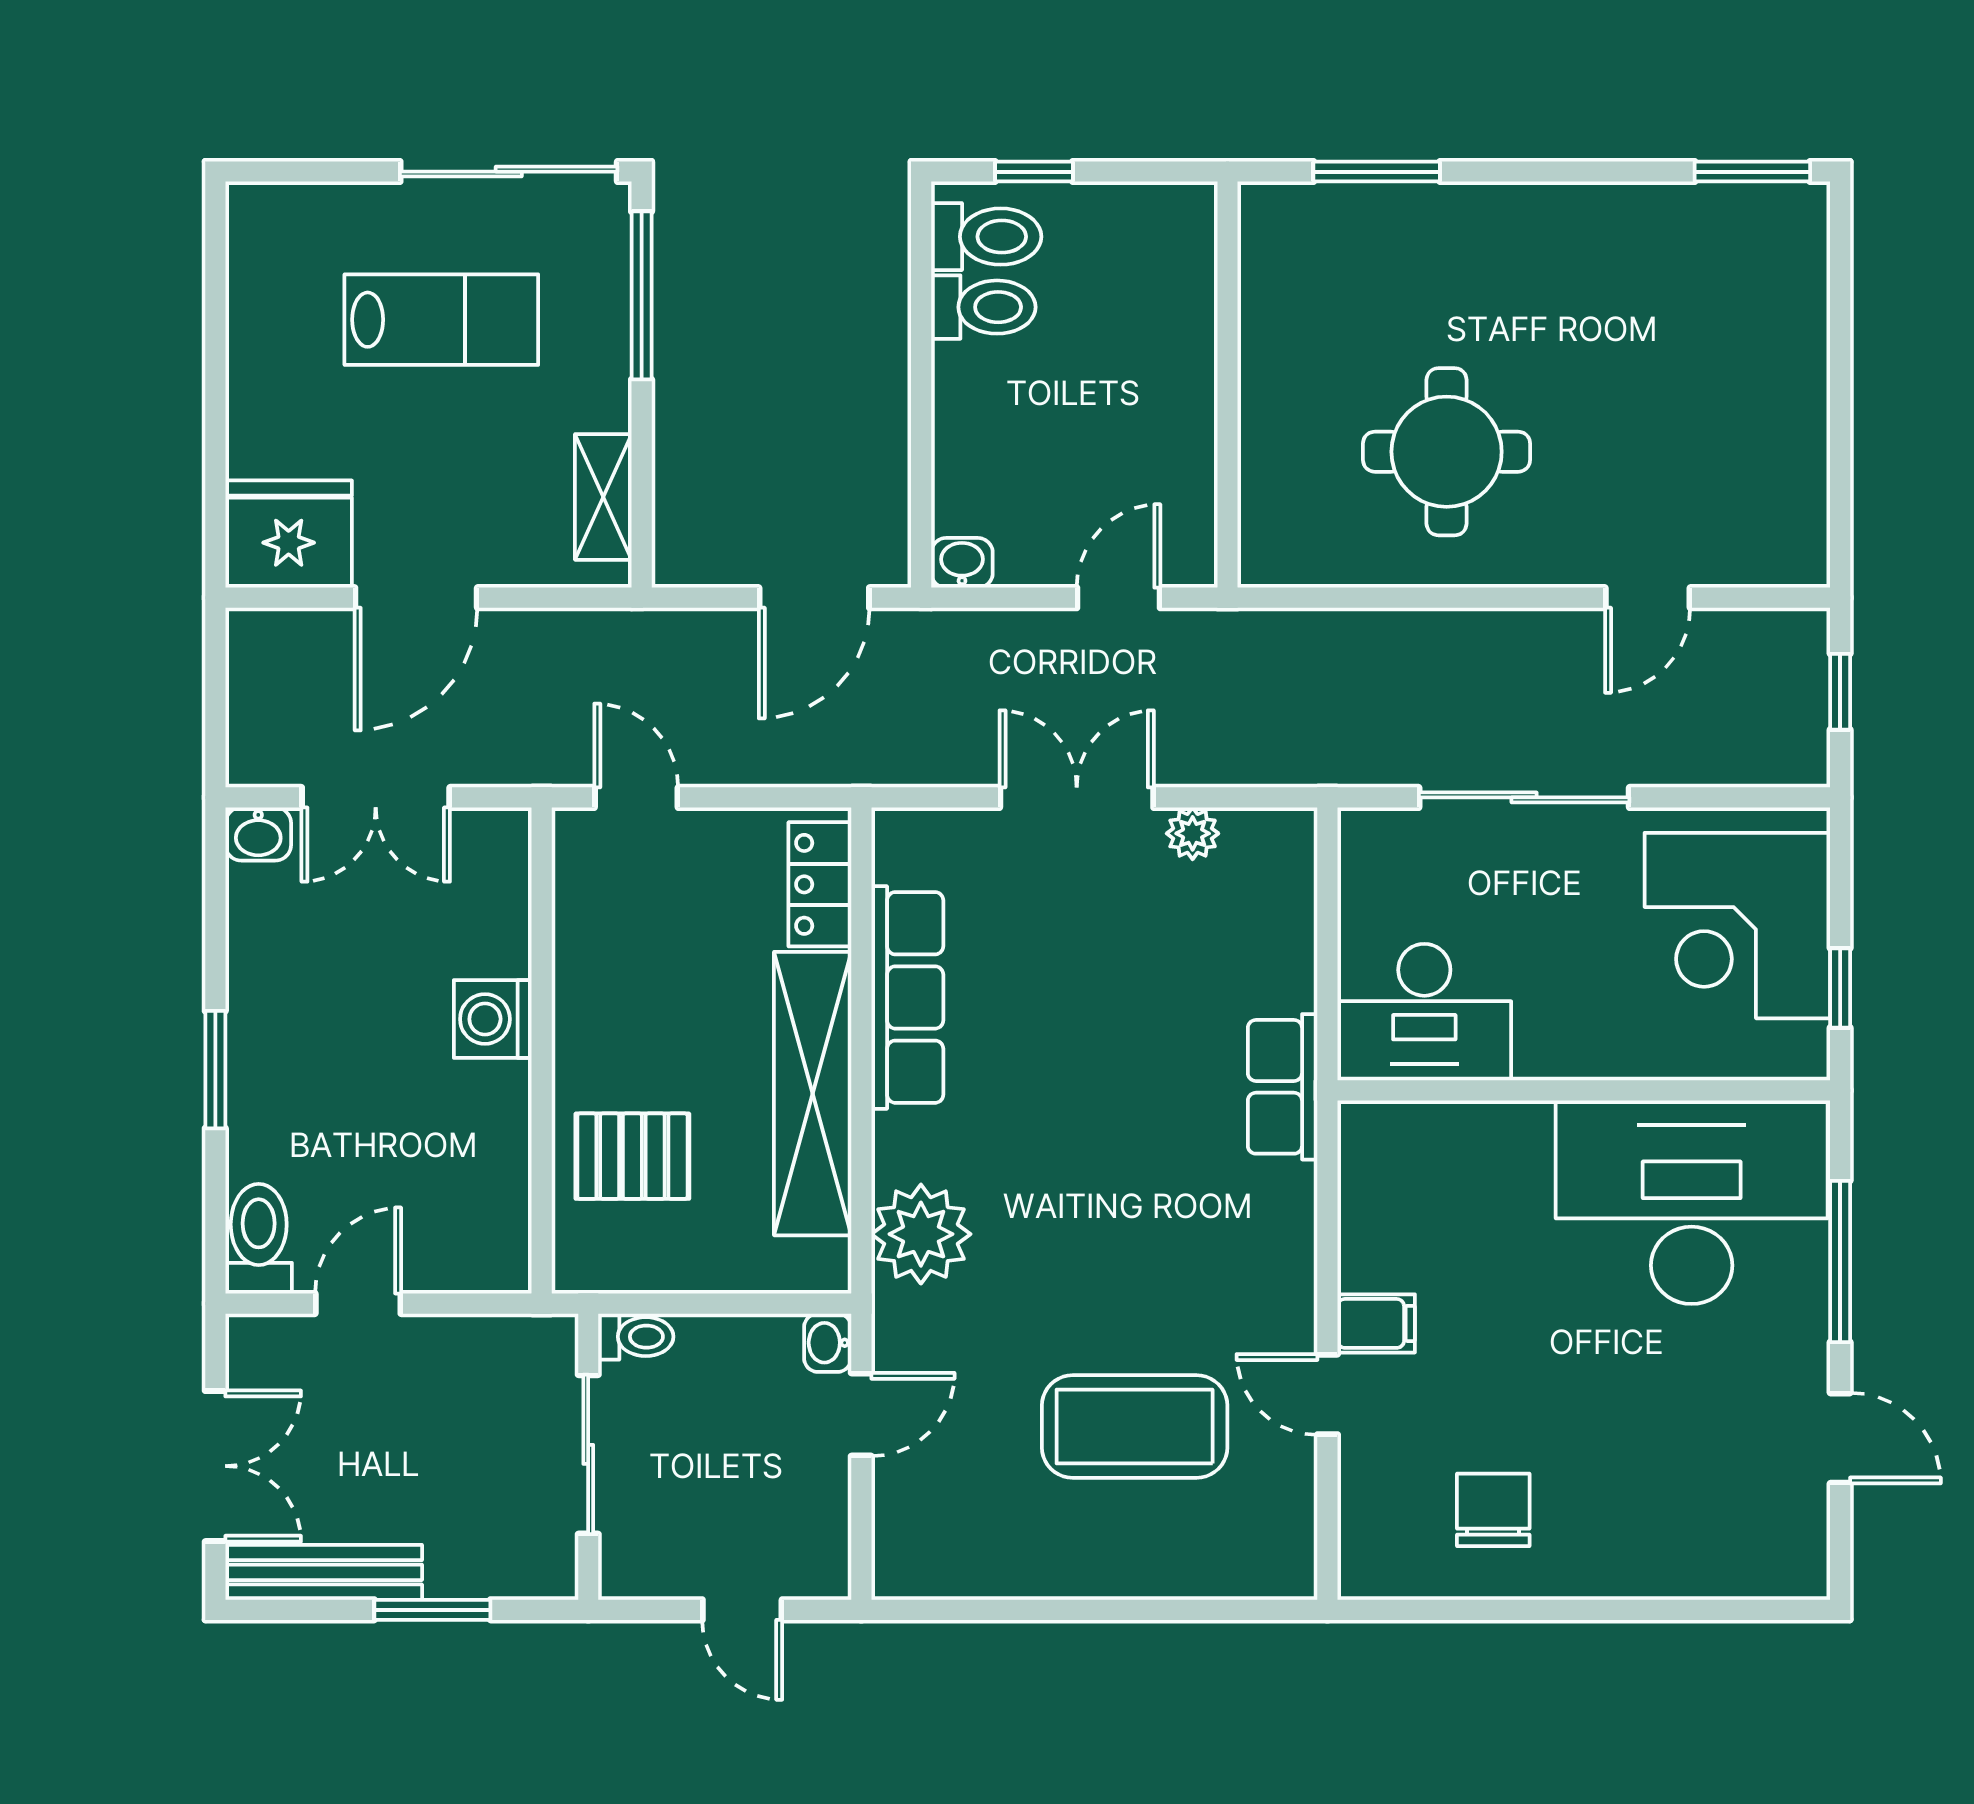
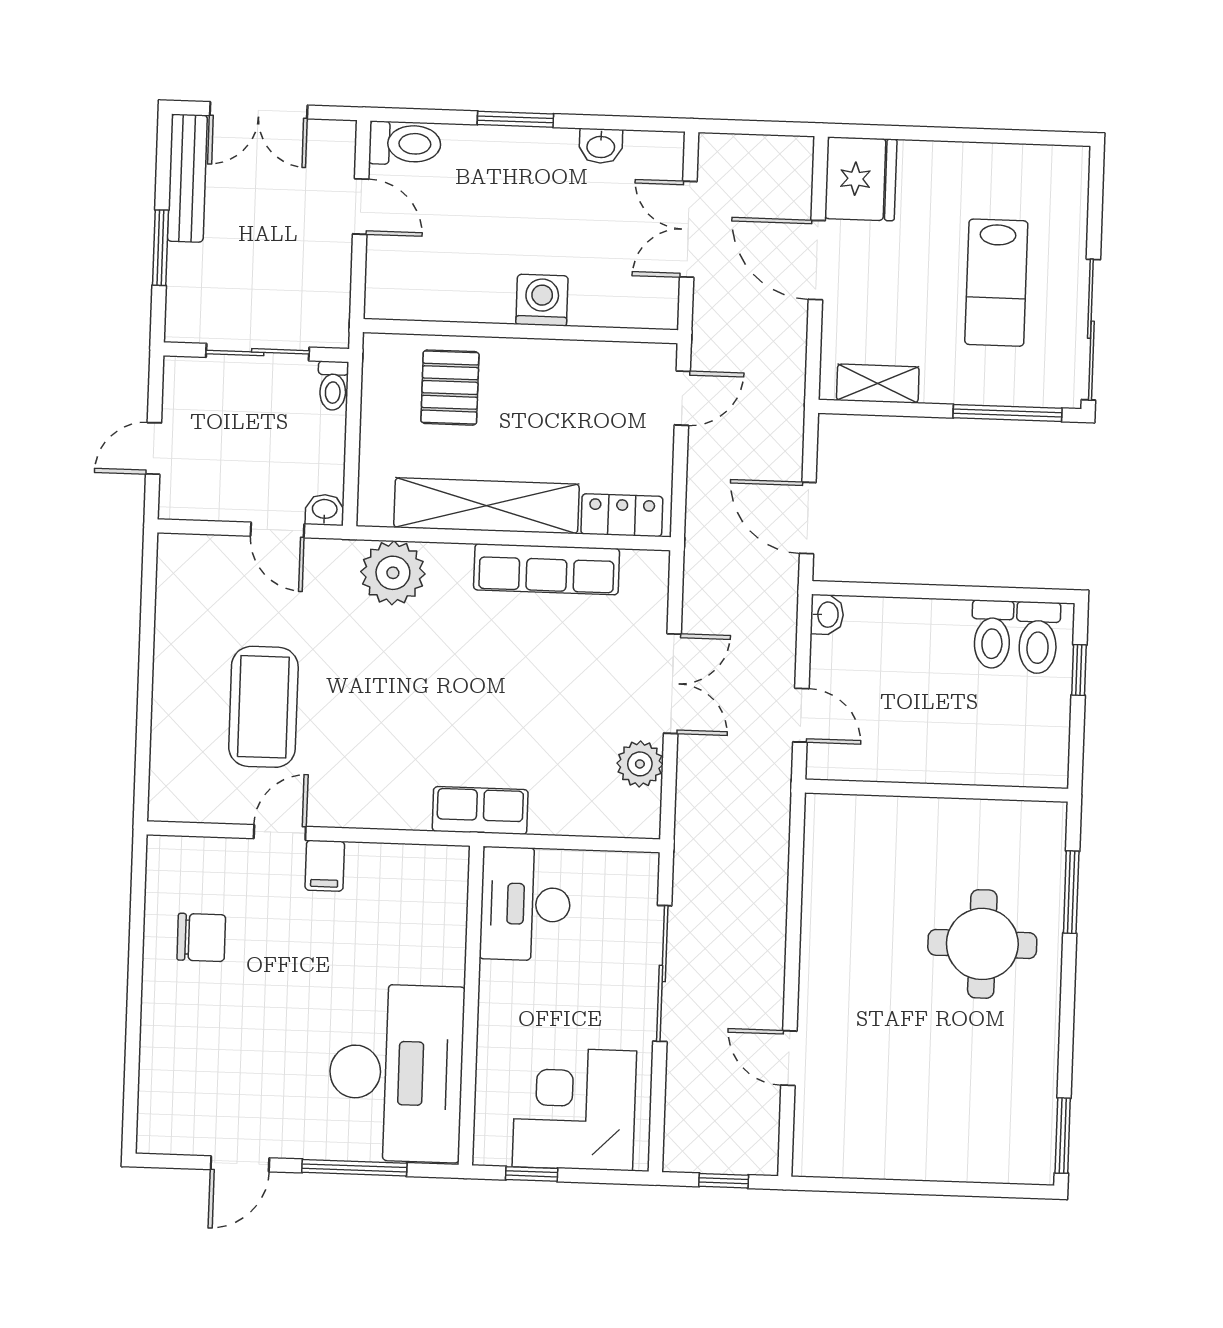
round table: (1447, 452) -> (982, 944), moved
plant: (1193, 833) -> (640, 764), width x1.38, depth x1.38
washbasin: (258, 834) -> (601, 146), moved, turned -90

